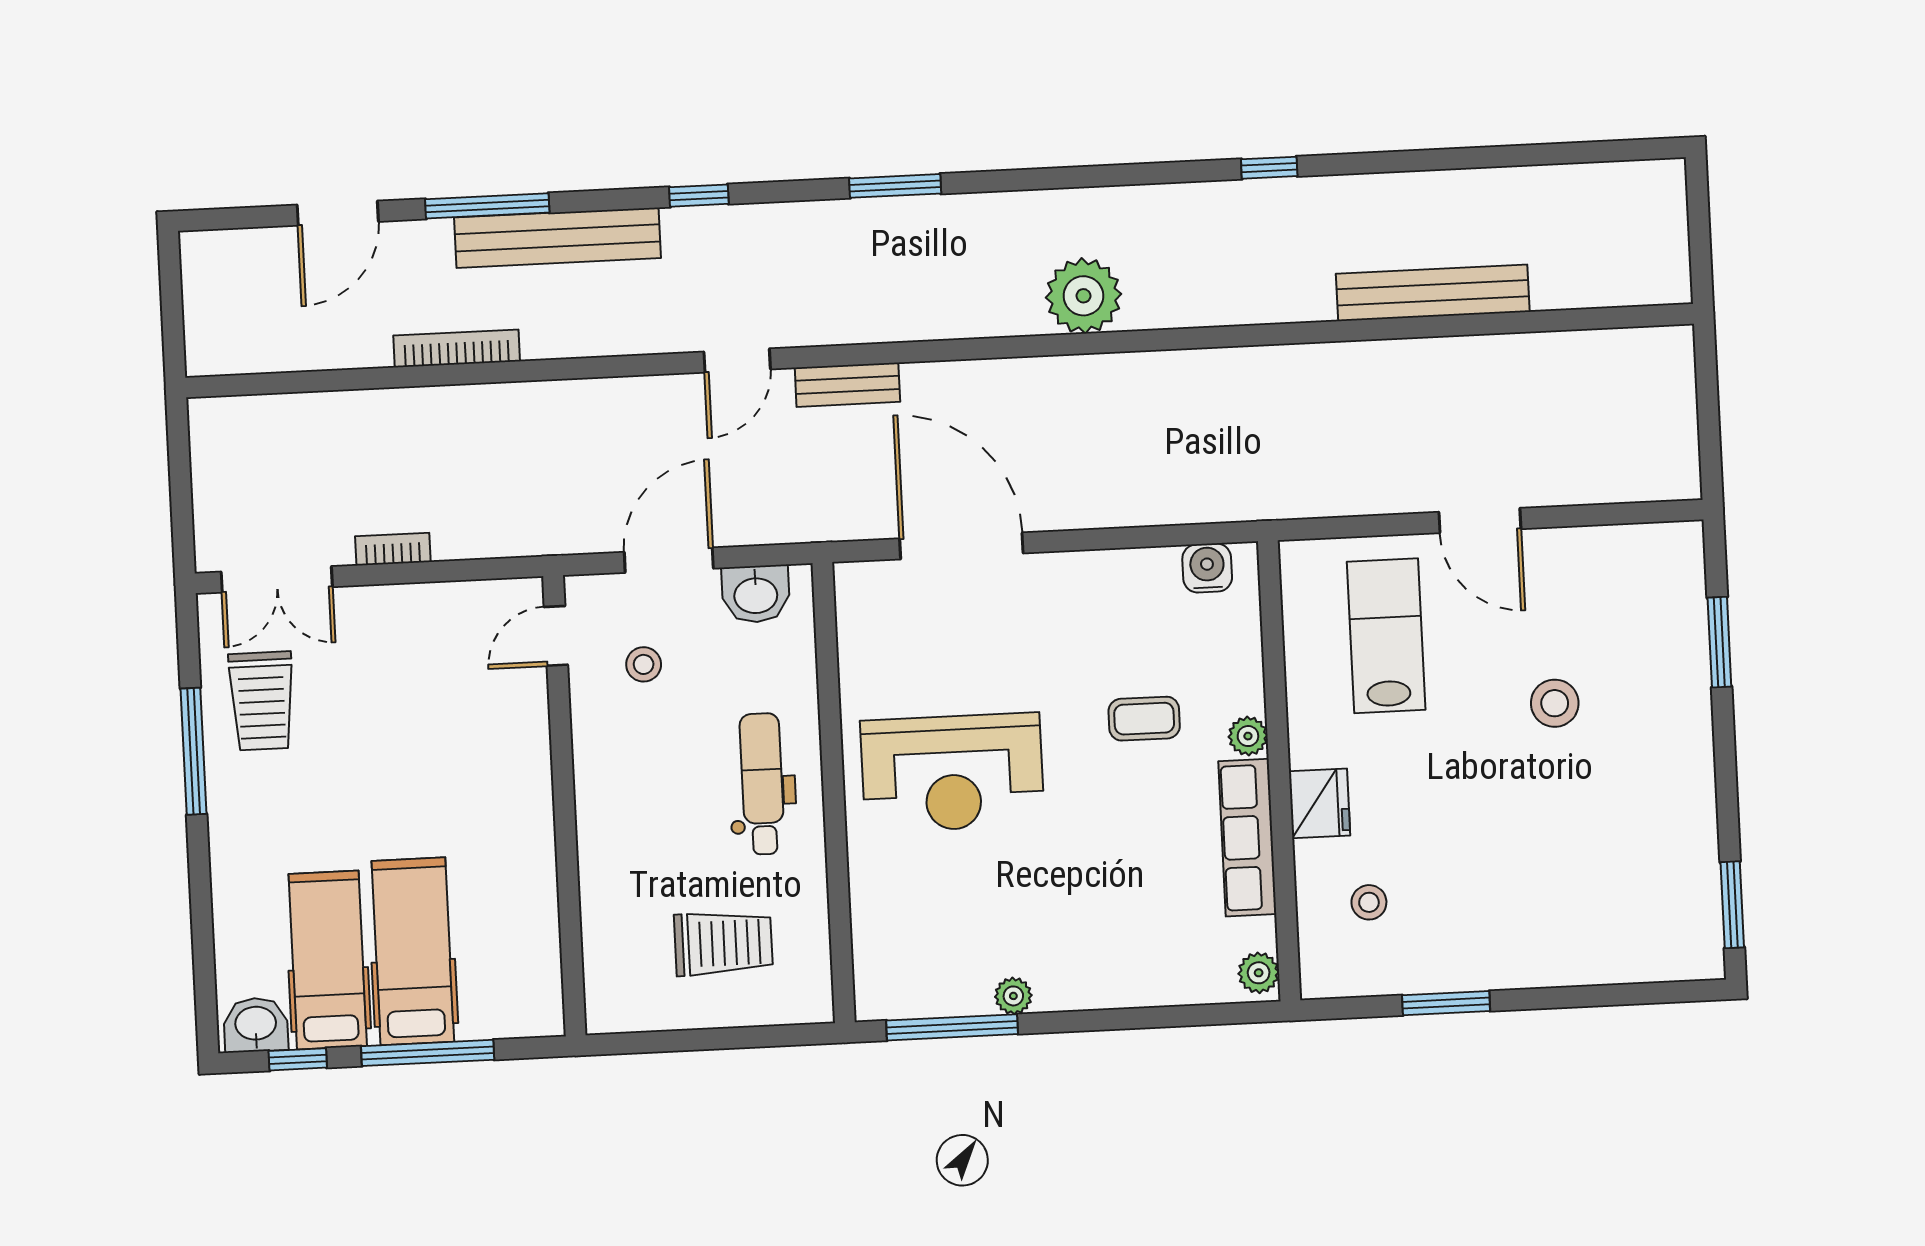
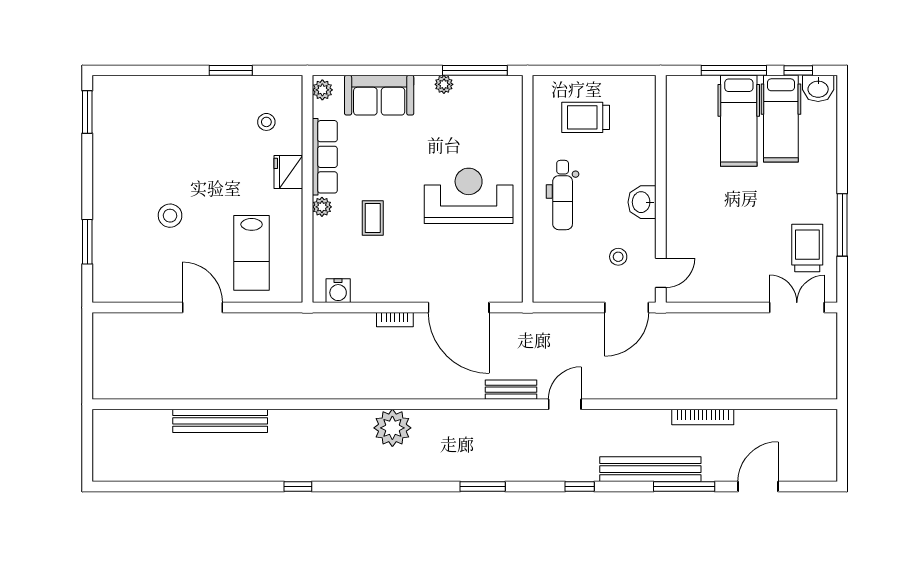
bookcase: (393, 549) -> (395, 320), moved
door: (669, 560) -> (627, 307), moved
washbasin: (756, 594) -> (642, 202), moved, turned -90
coffee table: (1144, 719) -> (373, 218), turned 90
sofa: (1143, 968) -> (379, 95), added

